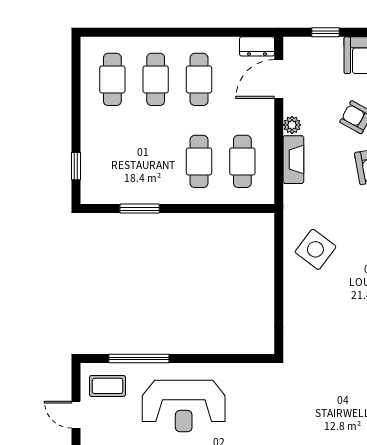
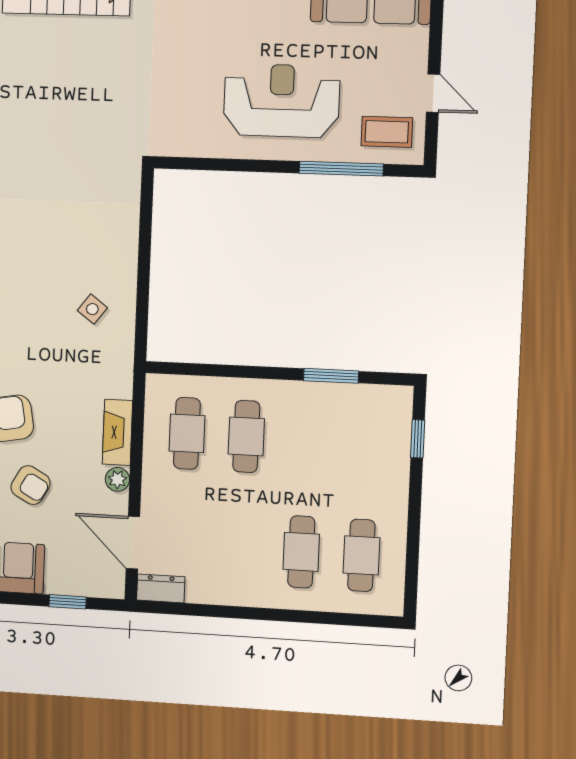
cafe table: (199, 79) -> (242, 548), removed
door: (279, 79) -> (133, 543), swing flipped
side table: (315, 249) -> (92, 309), width x0.54, depth x0.54

